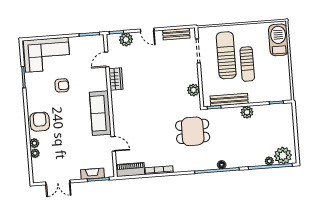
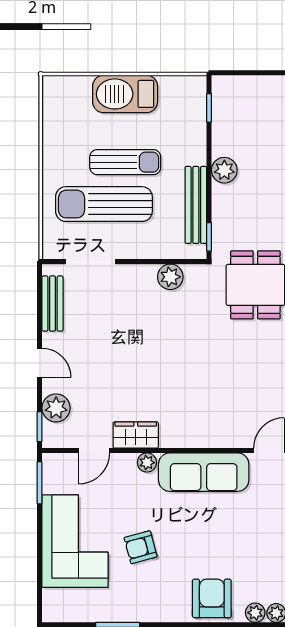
door: (147, 30) -> (40, 363), hinge flipped
barbecue: (278, 40) -> (125, 94), moved
corner sofa: (47, 55) -> (75, 541), moved
door: (107, 59) -> (94, 450), hinge flipped
armchair: (62, 85) -> (141, 547), turned -105
plant: (103, 85) -> (147, 463), added
armchair: (40, 122) -> (212, 598), turned 90

